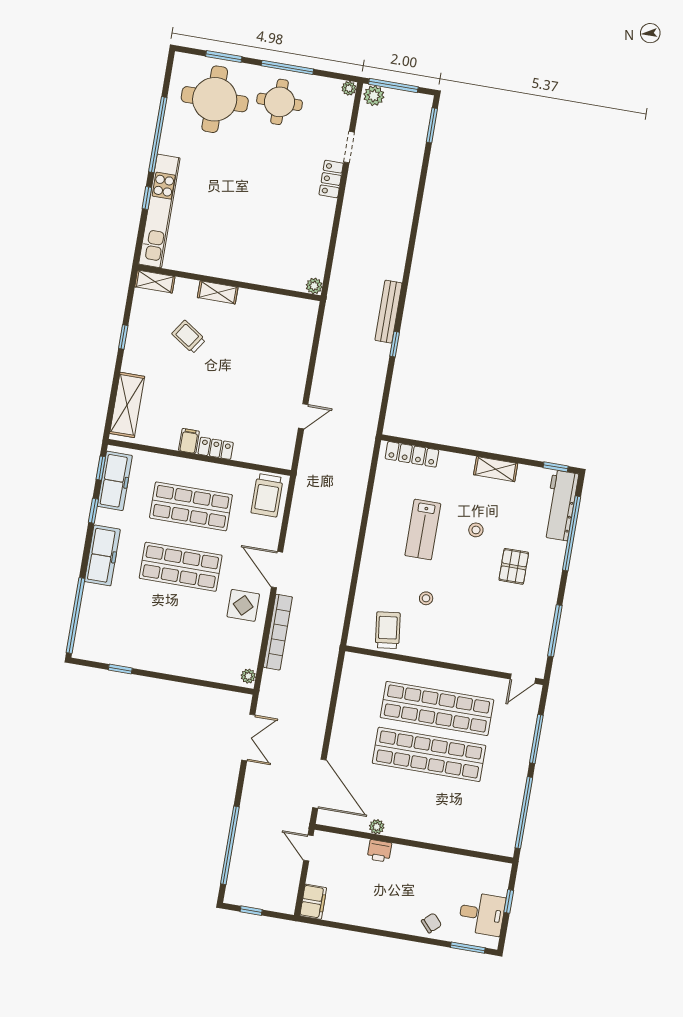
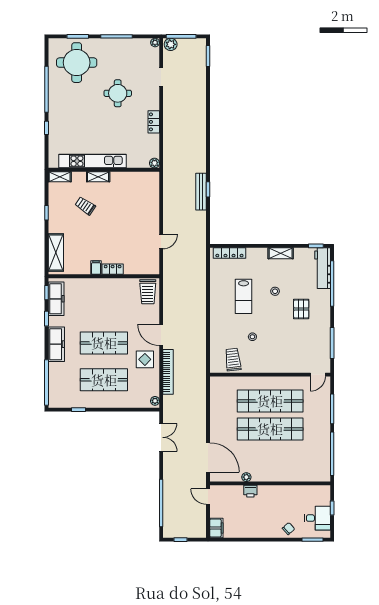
round table: (279, 102) -> (118, 93), moved
locker: (331, 179) -> (154, 122), moved
kitchen unit: (159, 211) -> (92, 161), moved, turned -90
bench: (388, 312) -> (201, 192), moved
shop shelf: (191, 506) -> (104, 380), moved

